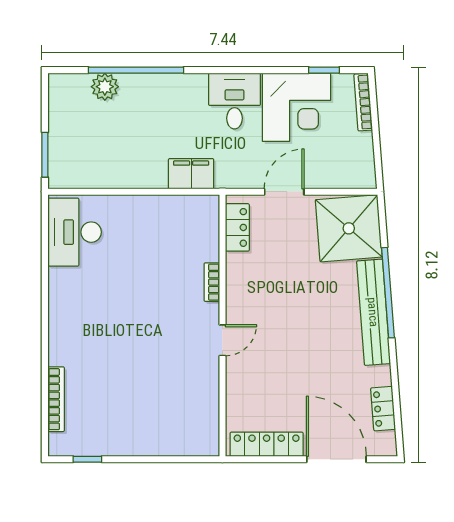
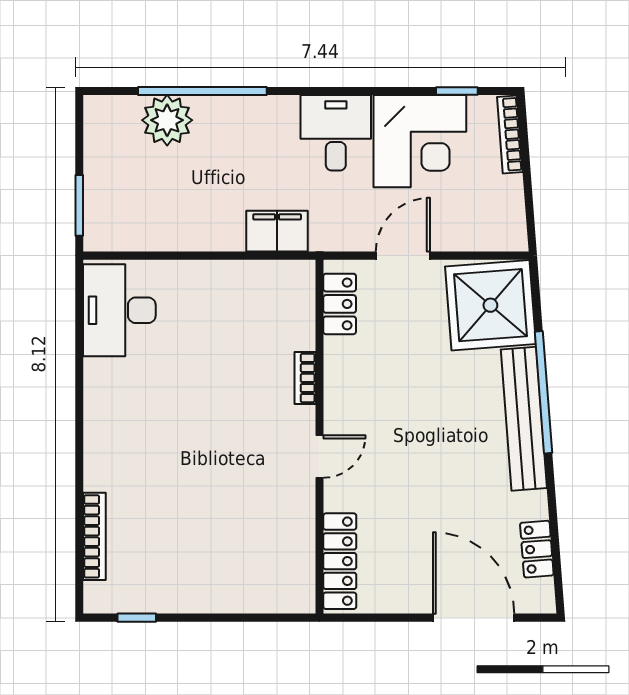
plant: (105, 87) -> (167, 120), width x1.36, depth x1.36
locker: (267, 444) -> (340, 561), moved, turned 90

